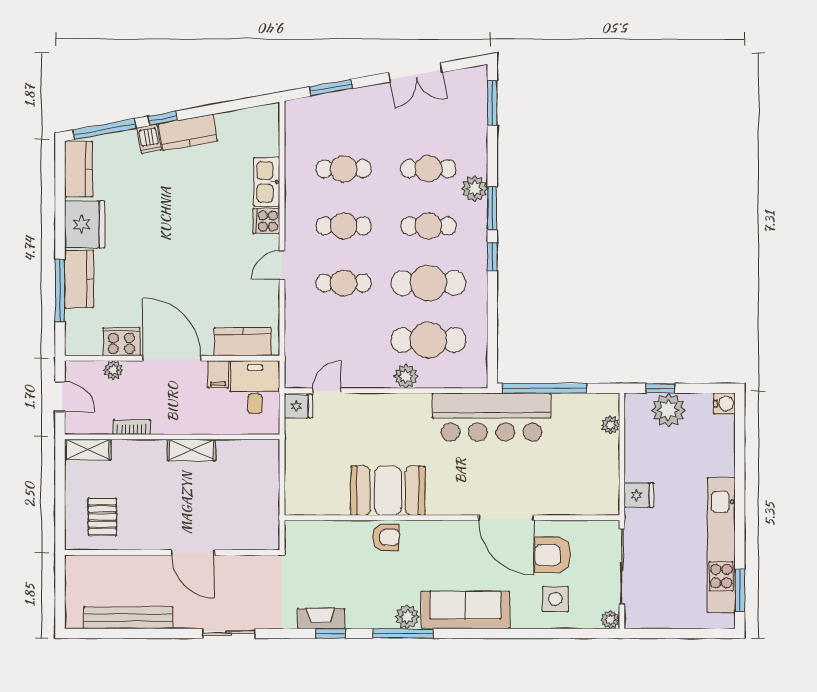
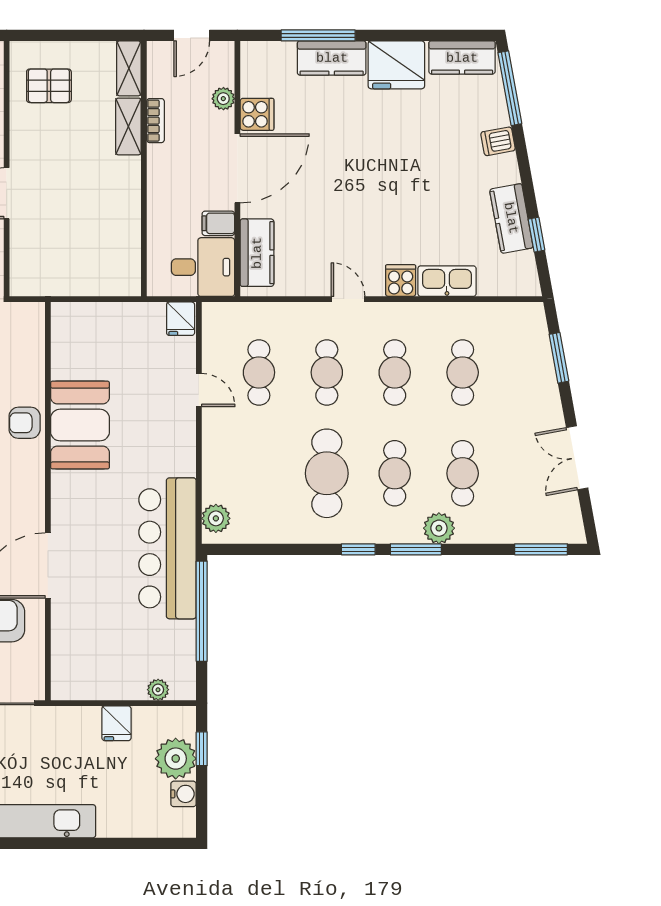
window: (163, 118) -> (536, 235), moved
kitchen counter: (188, 132) -> (511, 218), moved
cafe table: (428, 340) -> (259, 372), moved, width x0.73, depth x0.74
cooker: (121, 342) -> (257, 114), width x0.73
plant: (406, 376) -> (216, 518), moved
door: (327, 391) -> (199, 390), moved
water cooler: (724, 404) -> (183, 794), moved, turned -90
shelving: (191, 450) -> (128, 126), moved
fridge: (639, 495) -> (116, 723), moved
armchair: (386, 537) -> (25, 423), turned 90

